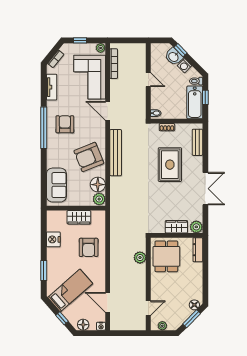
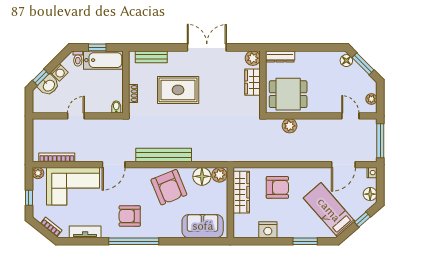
wardrobe: (79, 217) -> (241, 192), width x1.50
window: (127, 333) -> (380, 141), added

